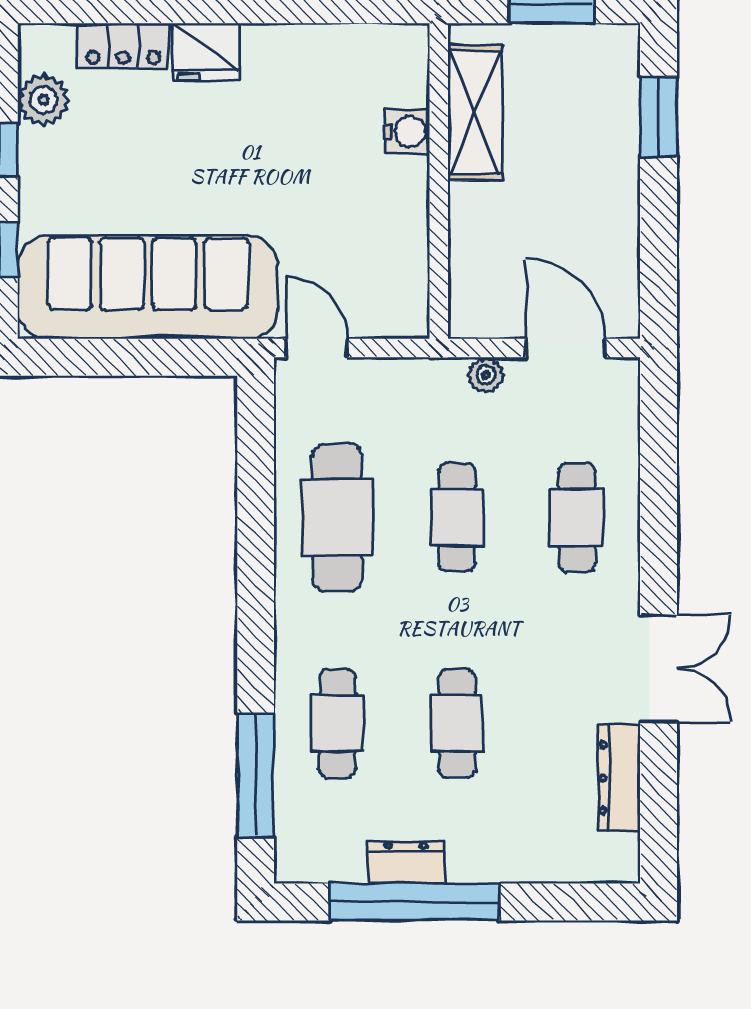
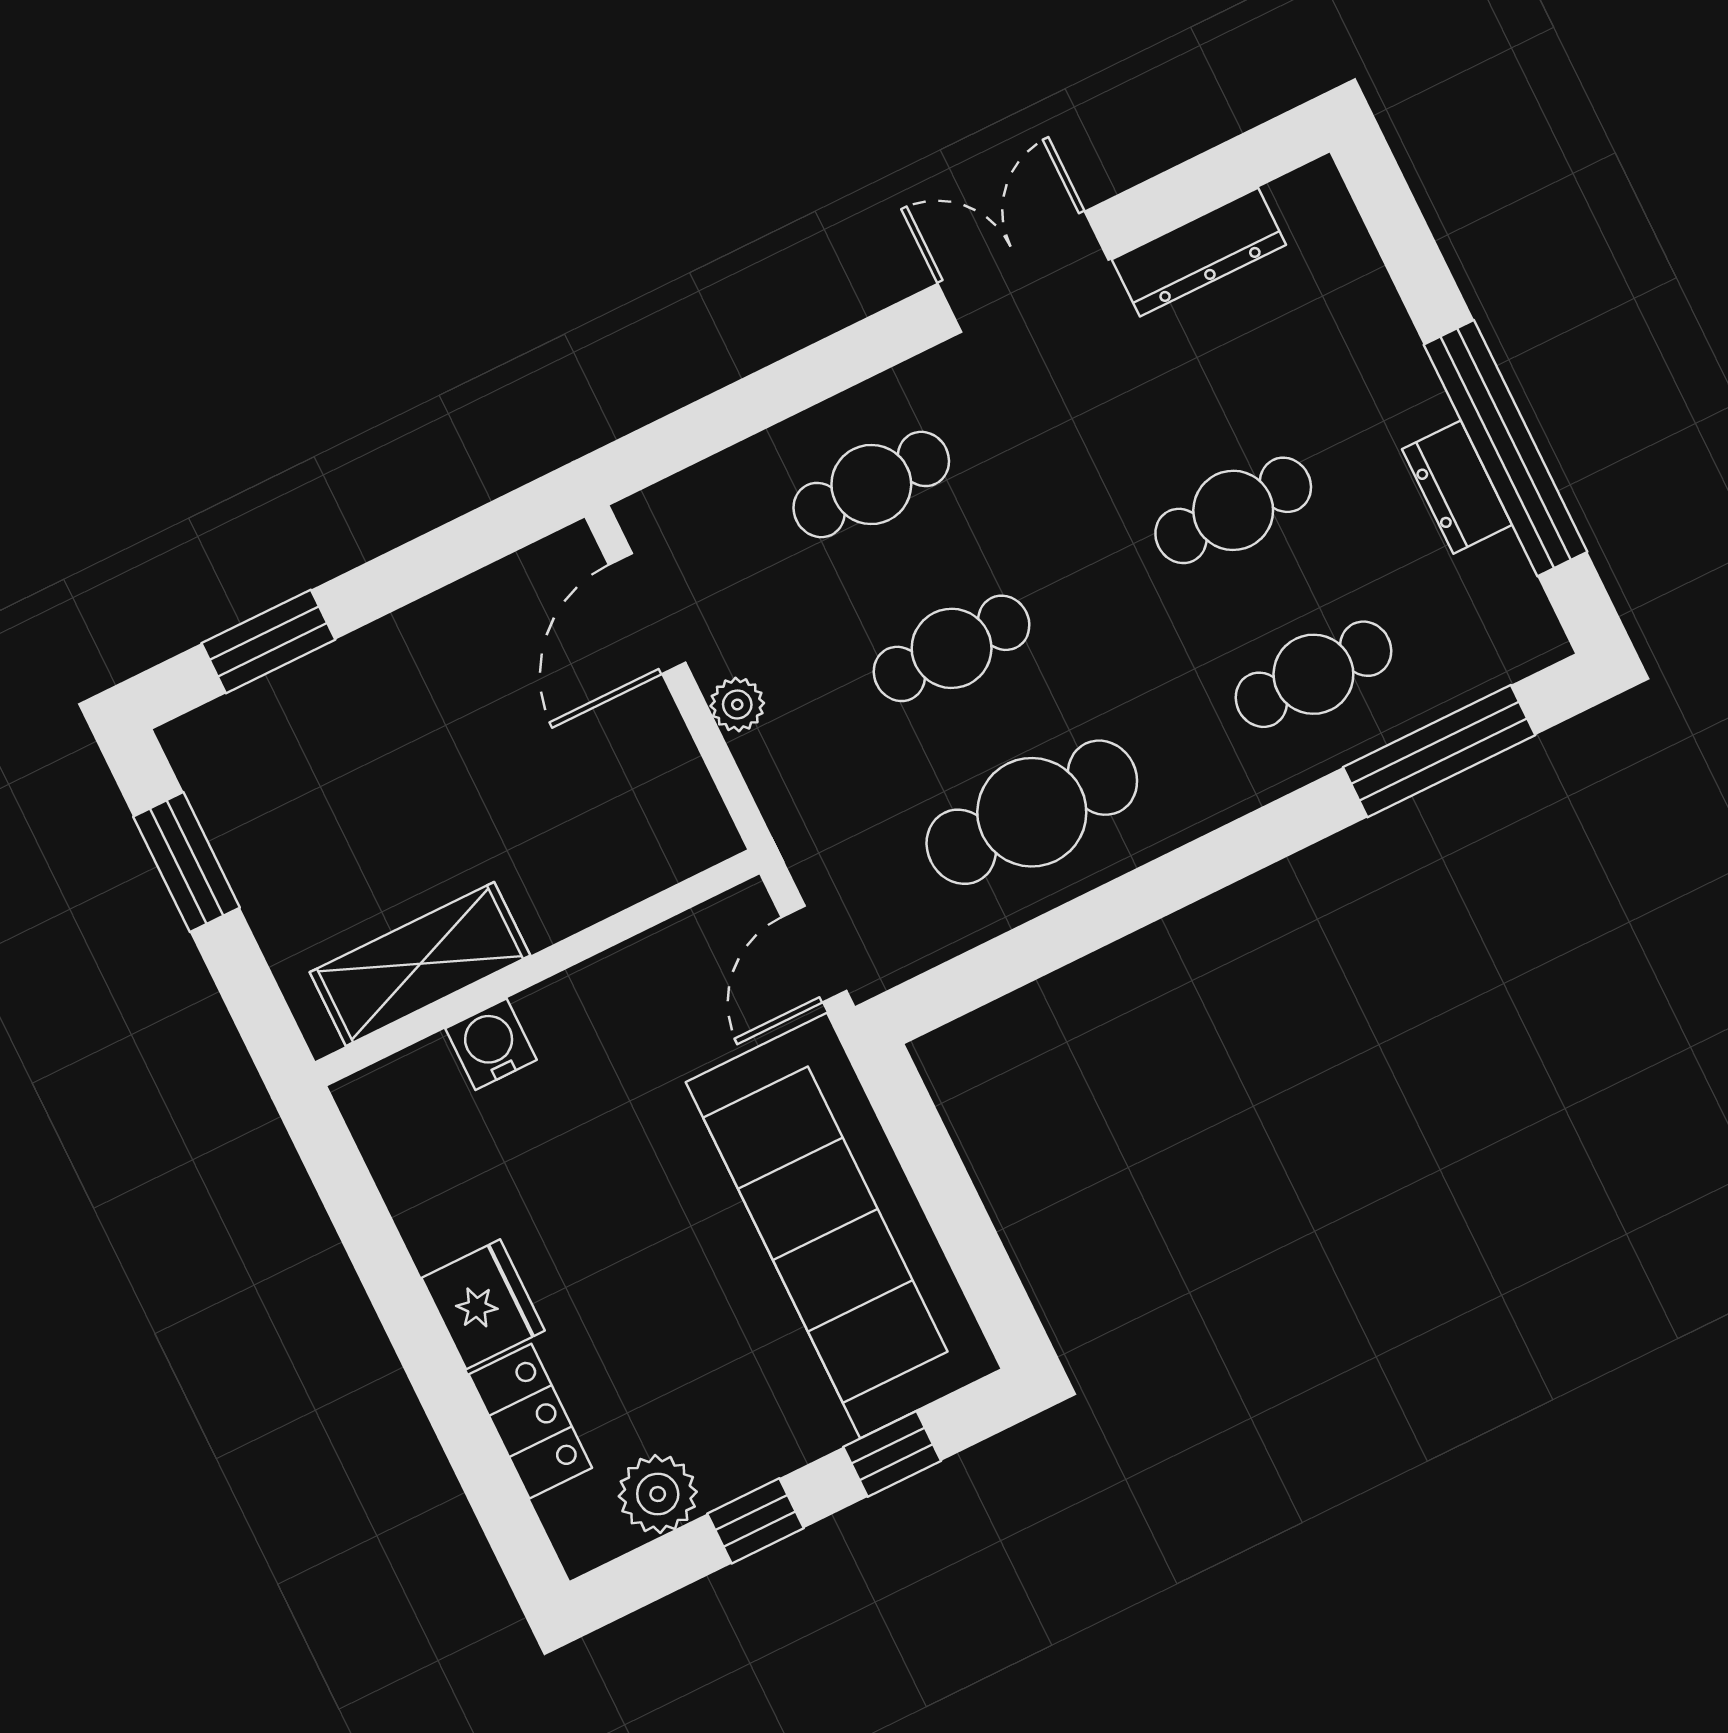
shelving: (475, 113) -> (420, 964), moved
water cooler: (407, 132) -> (491, 1044), moved
wall: (439, 181) -> (537, 968), moved

